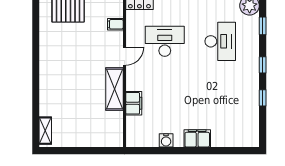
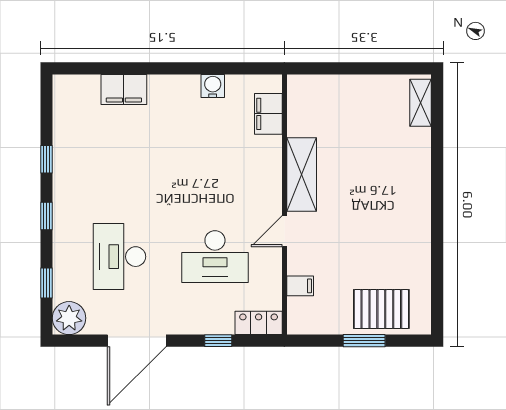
filing cabinet: (134, 103) -> (268, 114), moved
filing cabinet: (197, 138) -> (124, 89), moved

